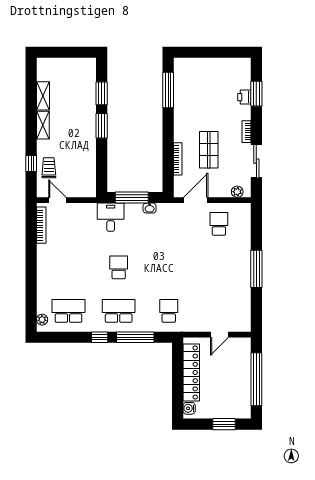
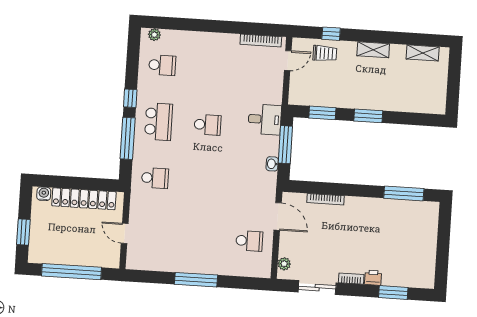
window: (102, 93) -> (322, 113), moved
shelving: (43, 96) -> (423, 53), moved
printer: (244, 97) -> (373, 278), moved
shop shelf: (209, 150) -> (333, 235), removed
school desk: (69, 311) -> (162, 65), width x0.54

